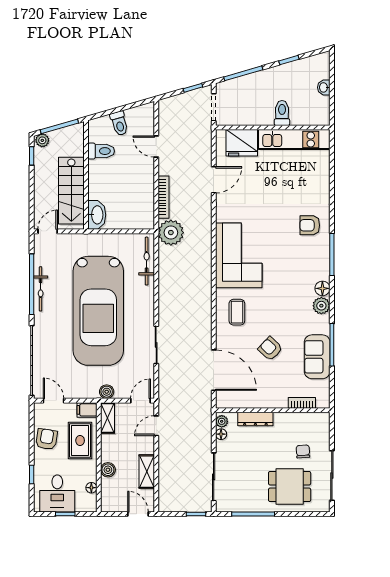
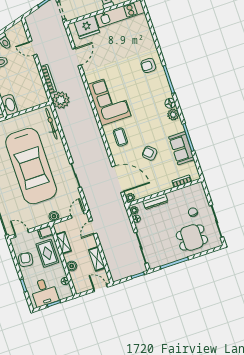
plant: (222, 402) -> (130, 198), added
shelving: (108, 418) -> (63, 243), moved

